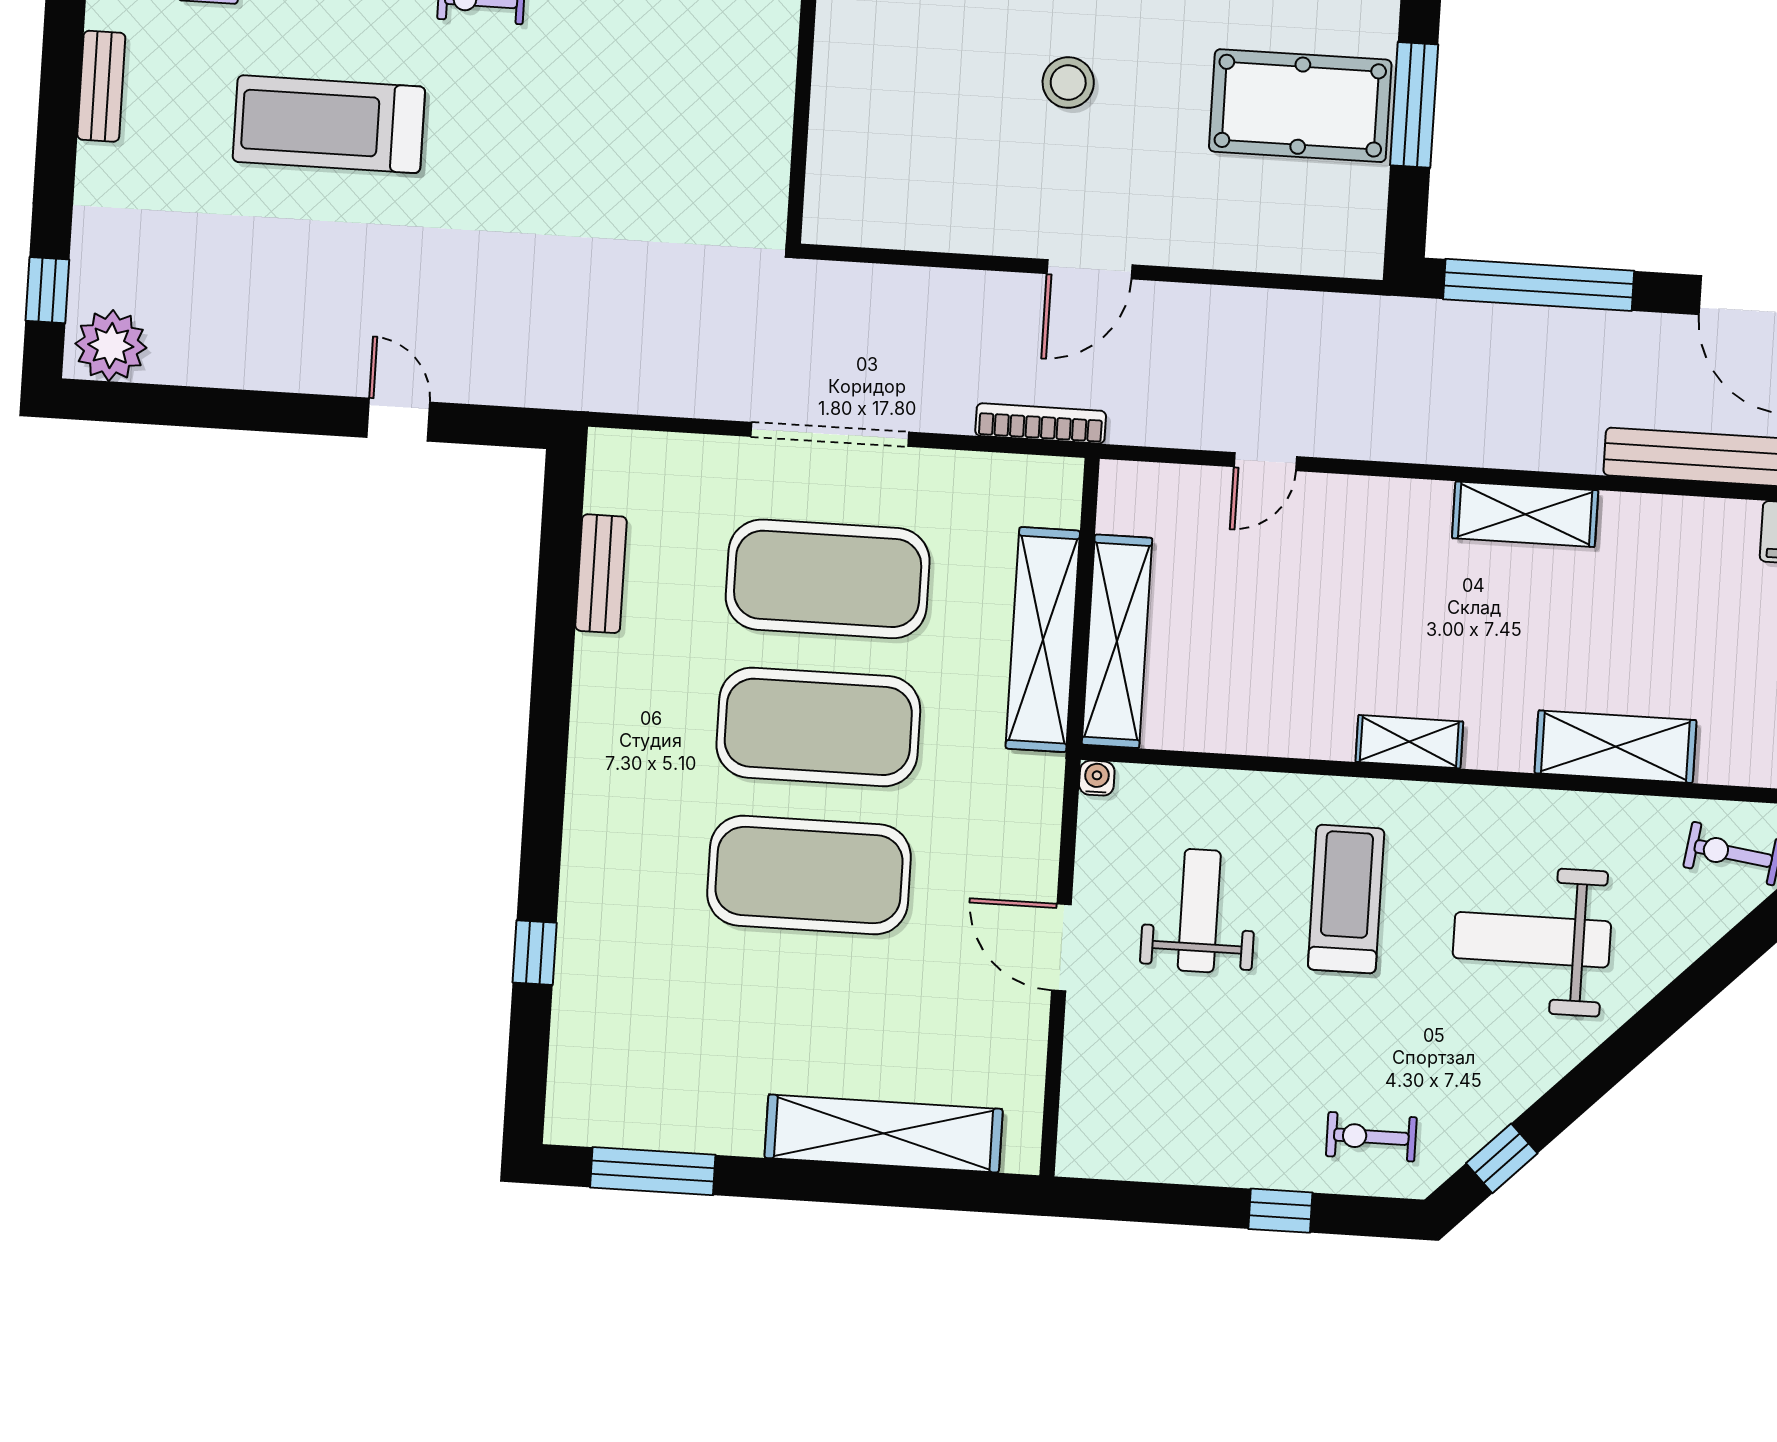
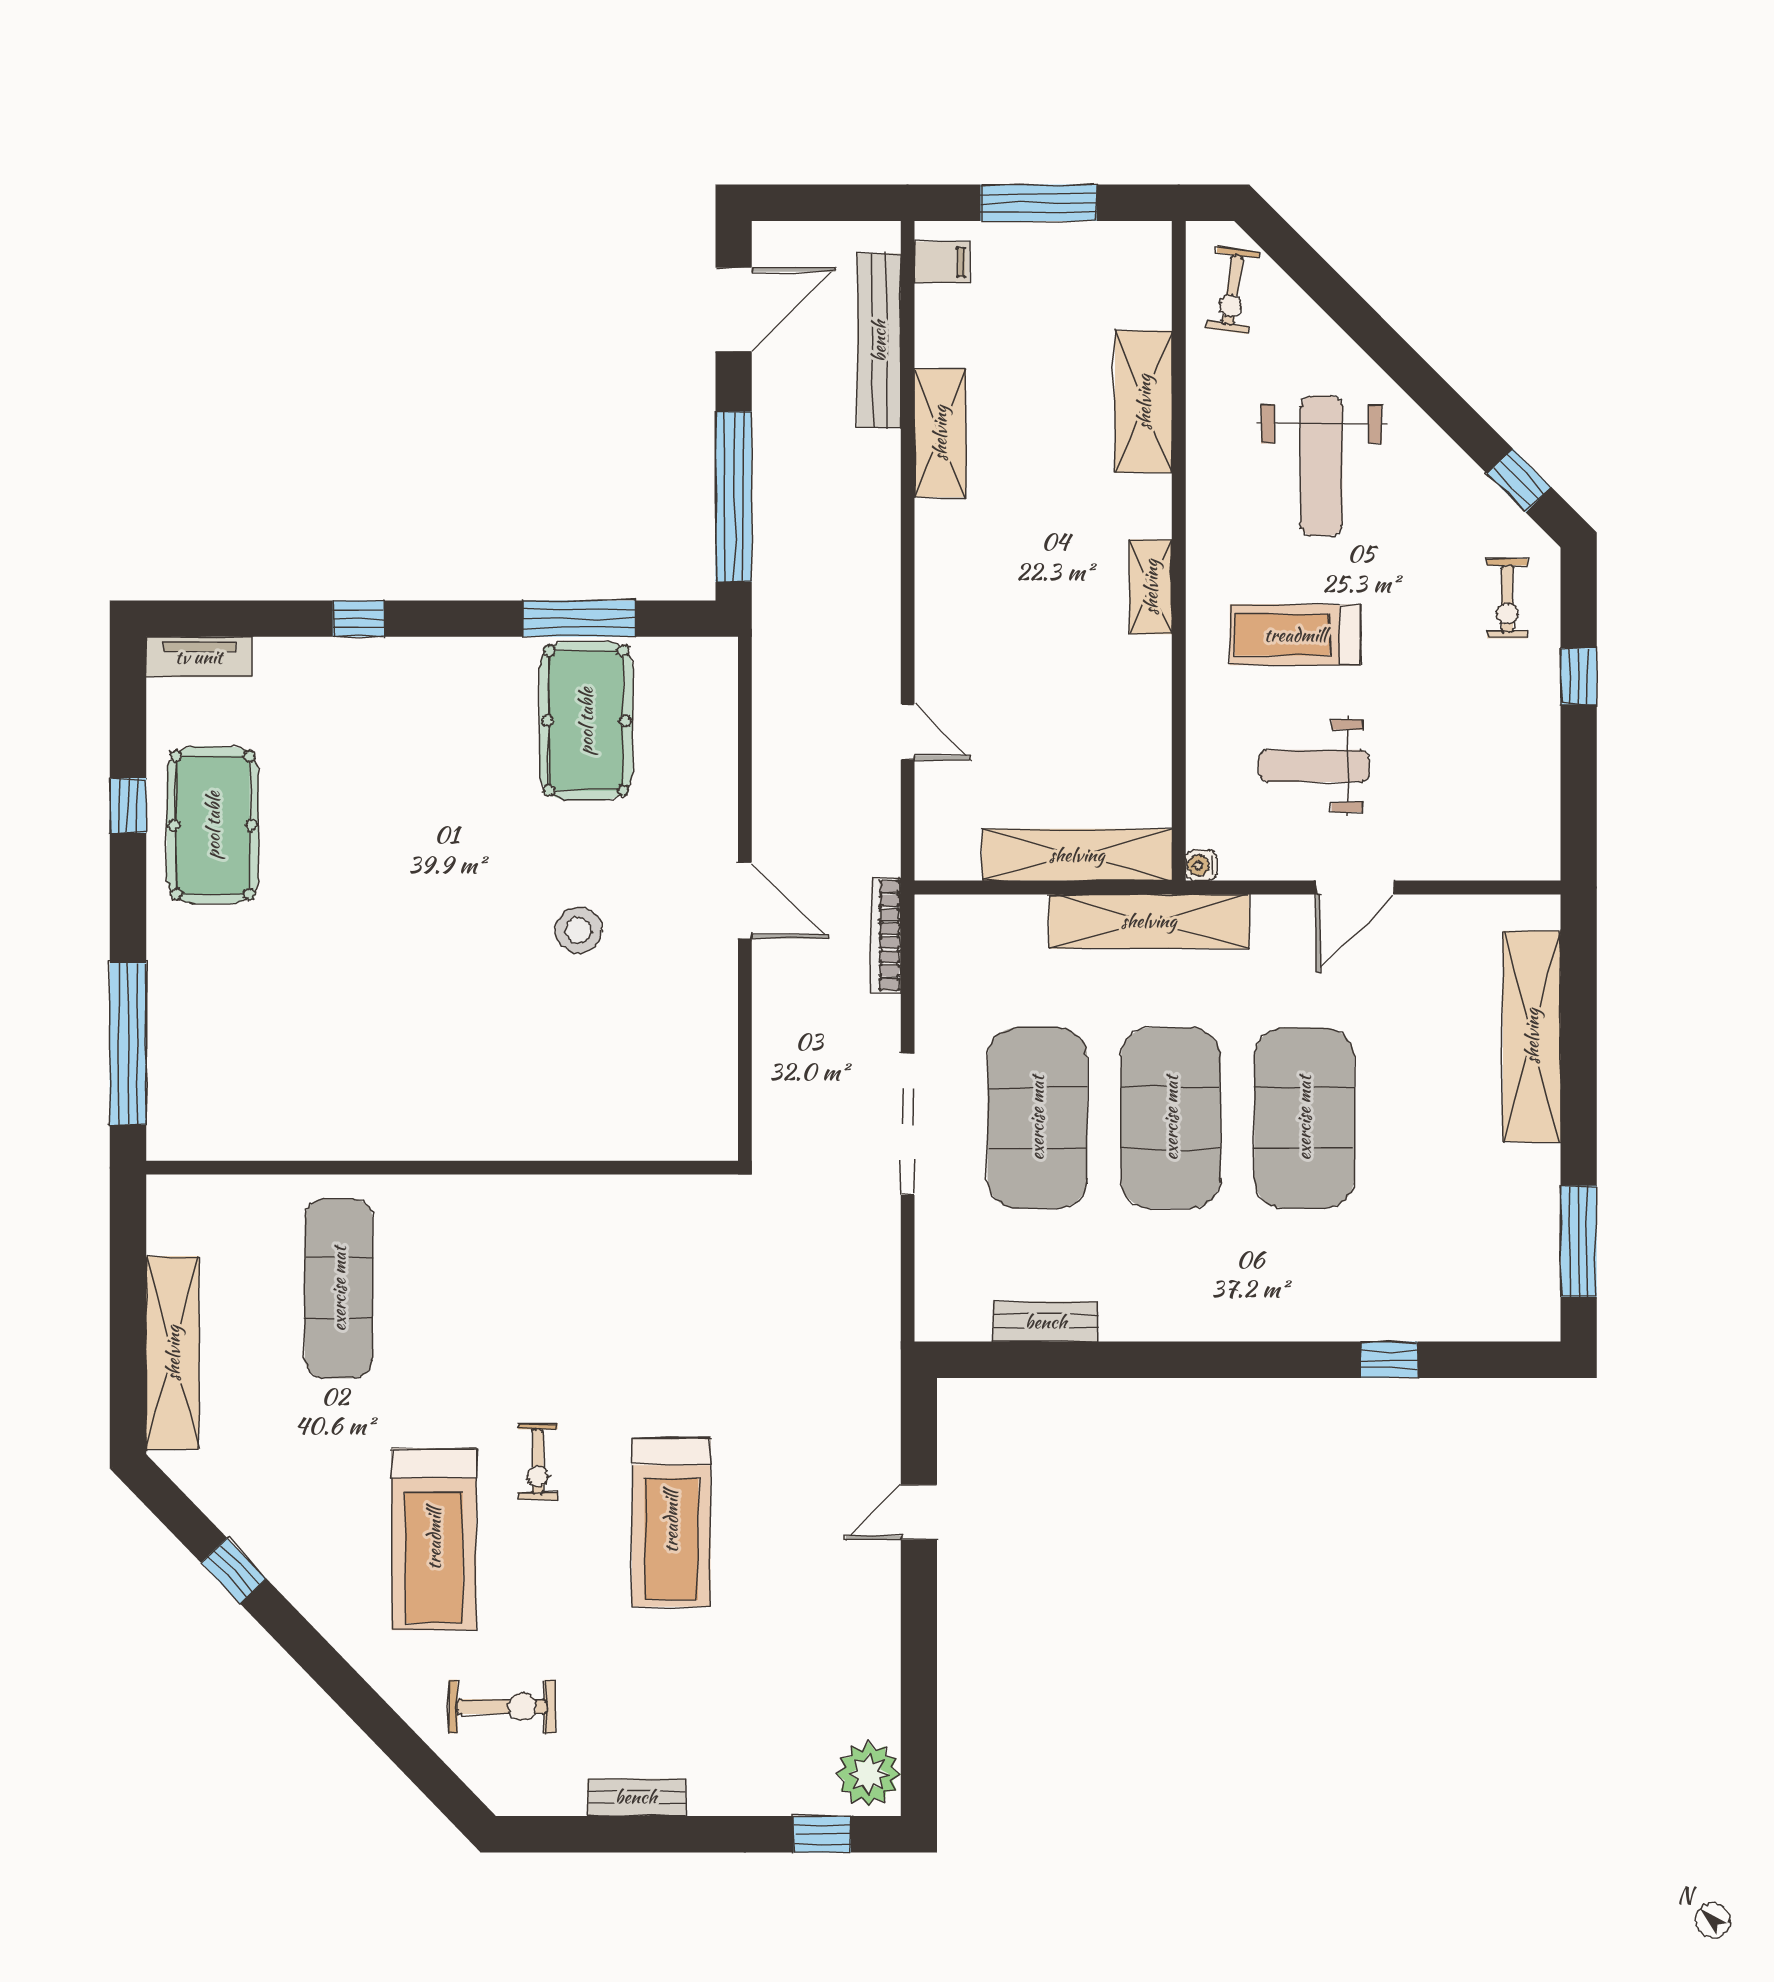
treadmill: (329, 124) -> (671, 1522), moved
shelving: (1525, 514) -> (940, 433), moved
shelving: (1043, 640) -> (1149, 921), moved

